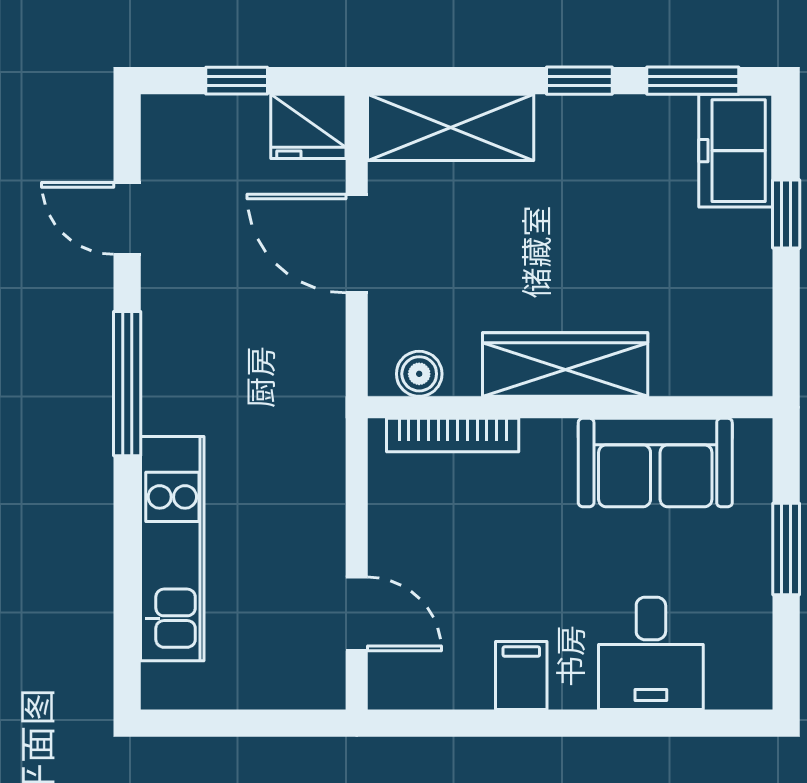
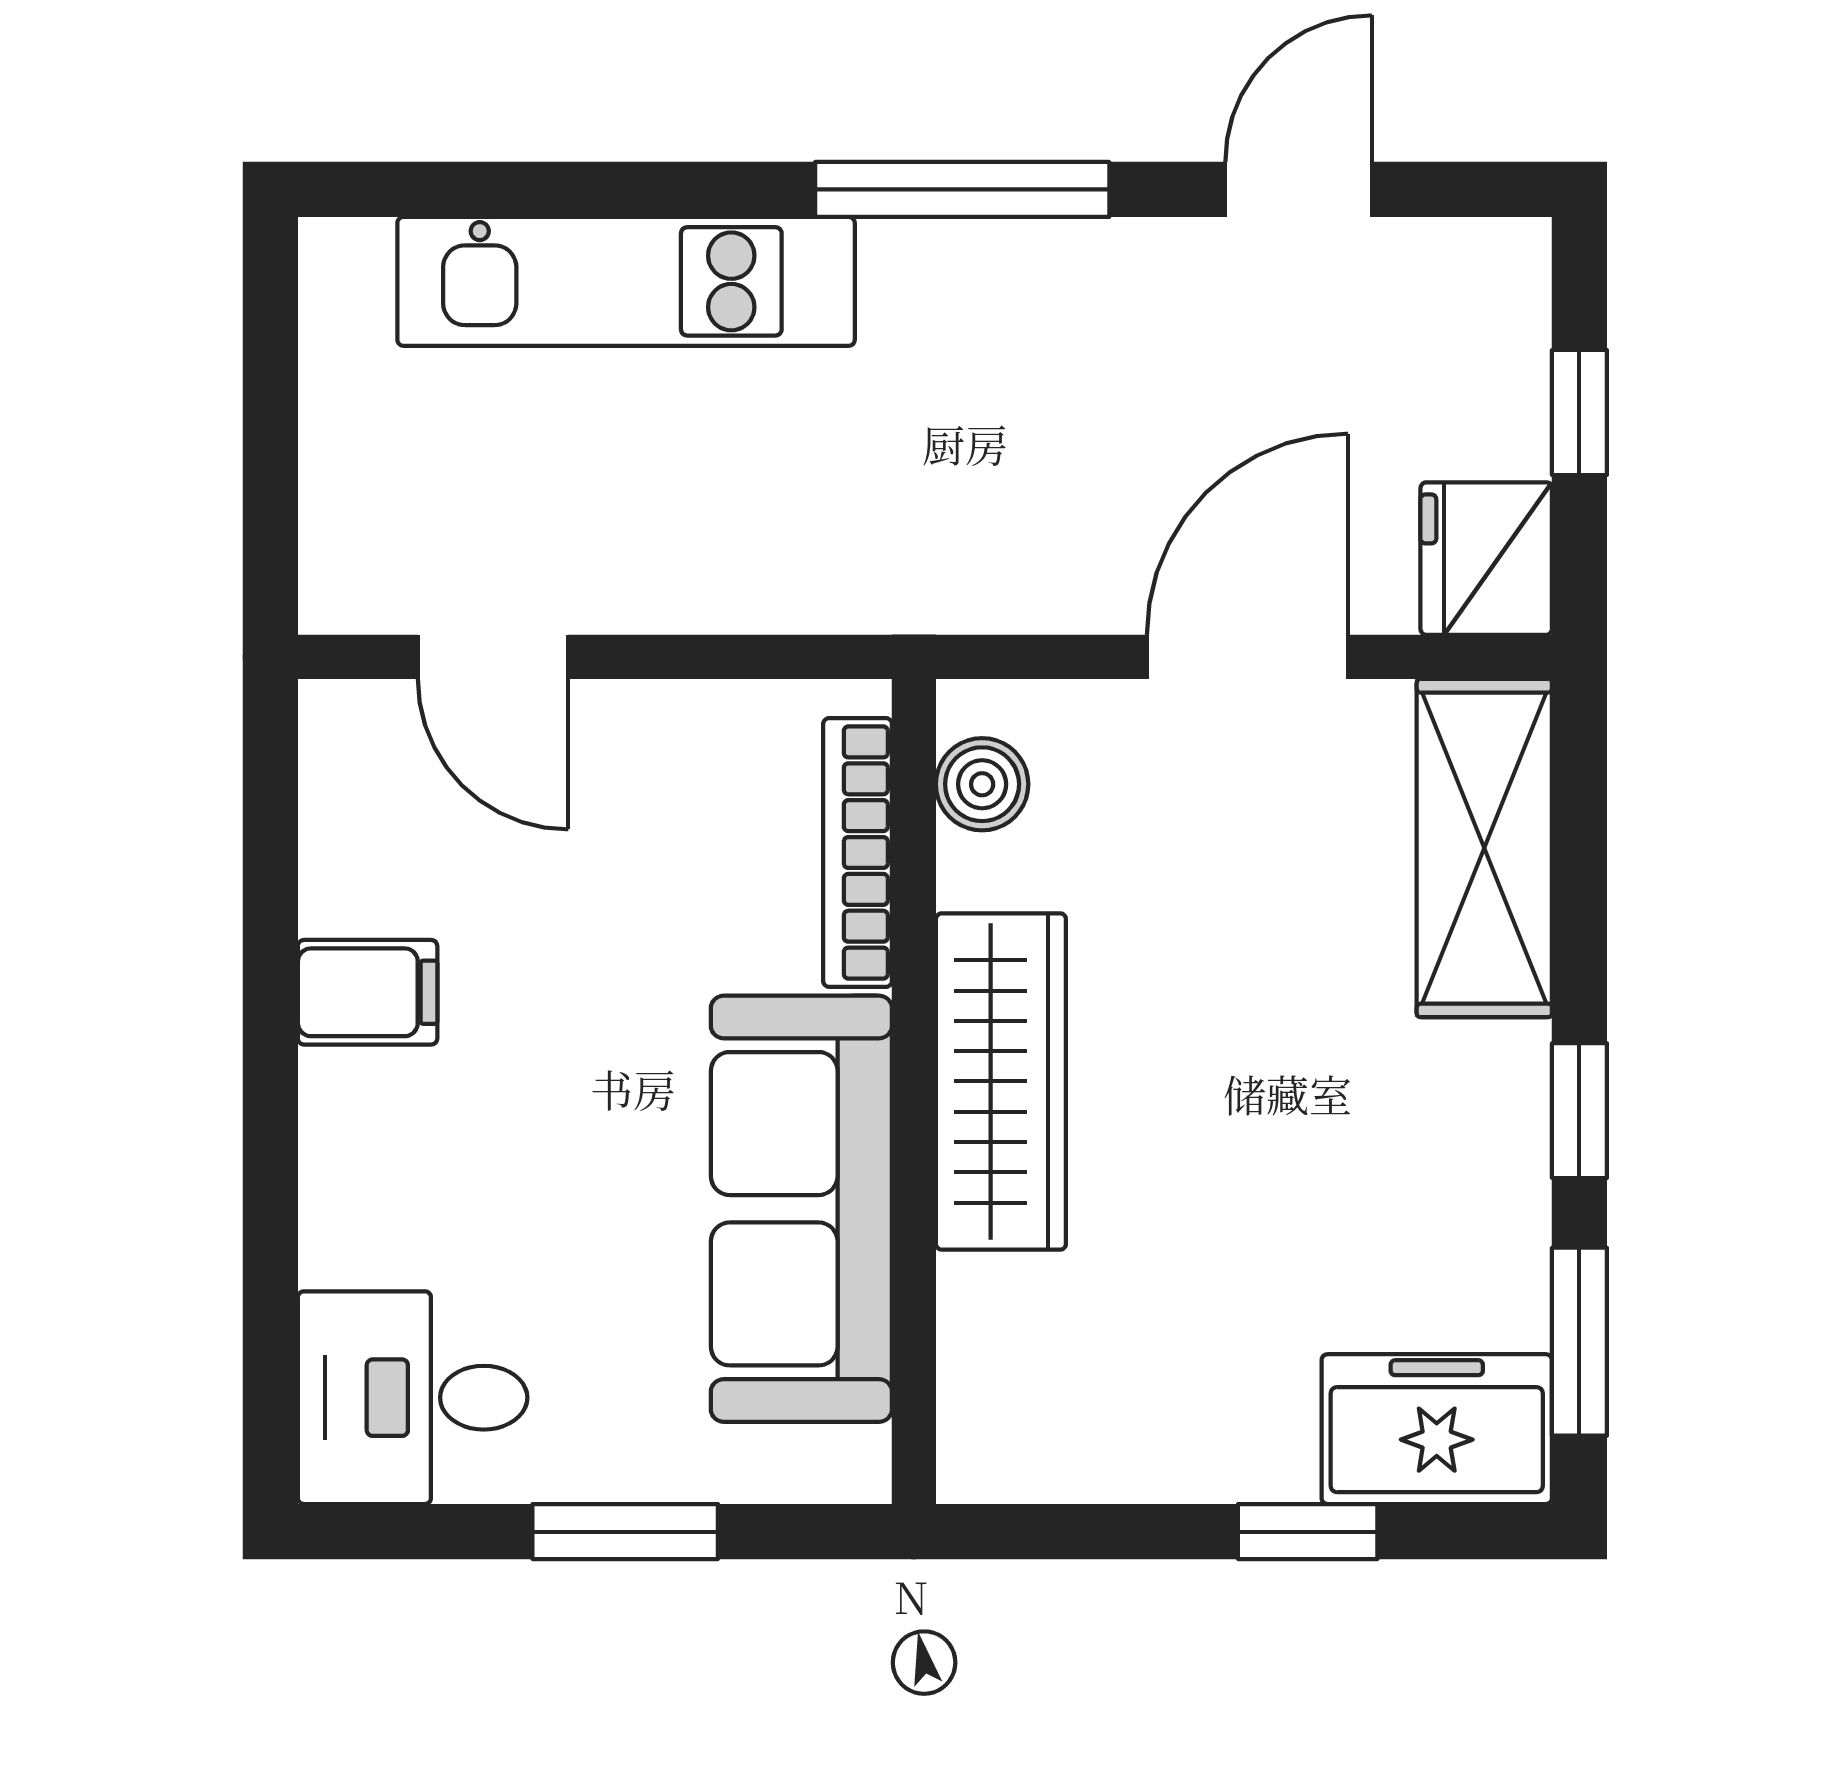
sofa: (655, 463) -> (801, 1209), width x1.36
door: (357, 614) -> (493, 657), hinge flipped
desk: (651, 653) -> (413, 1398), moved

